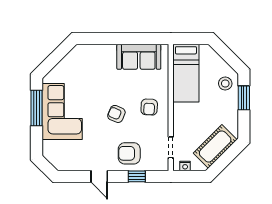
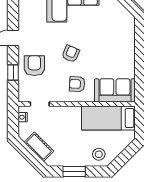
sofa: (139, 57) -> (115, 90), moved, turned 90
window: (244, 98) -> (74, 171), moved
cot: (215, 146) -> (39, 147), width x0.73, depth x0.75

